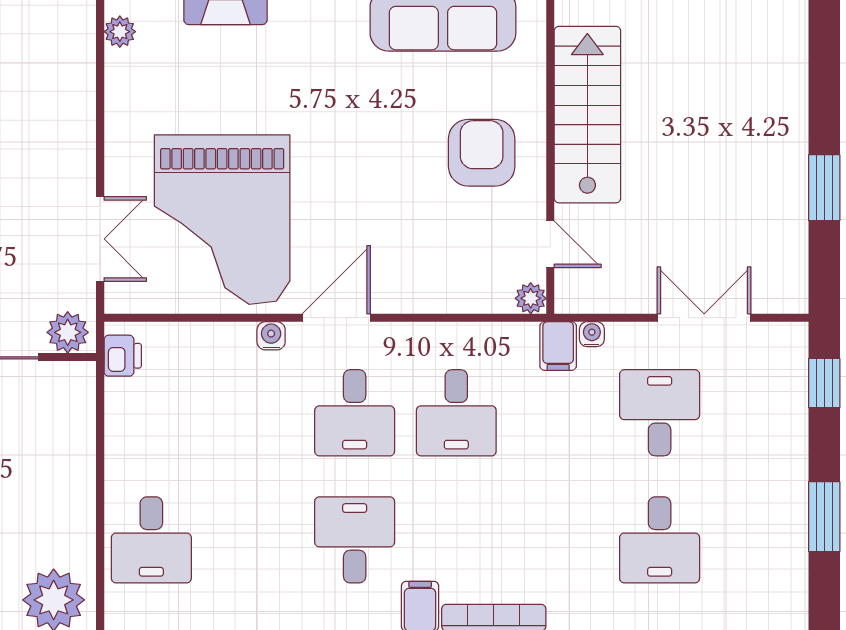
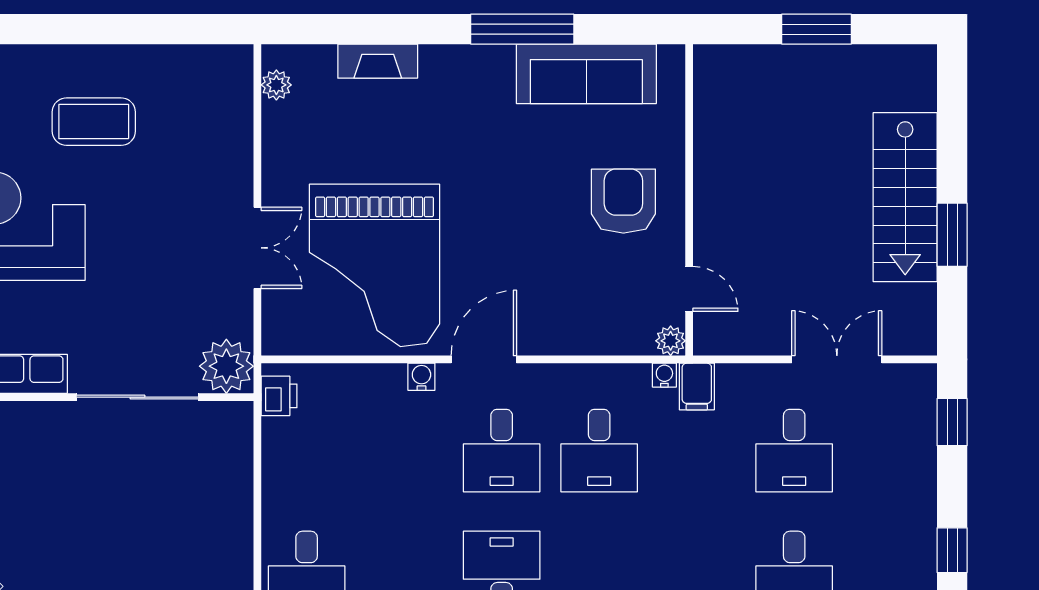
stairs: (587, 115) -> (905, 197), moved, turned 180
double door: (100, 239) -> (257, 248), moved
plant: (68, 332) -> (226, 366), width x1.36, depth x1.36
water cooler: (592, 334) -> (664, 375), moved
desk: (660, 413) -> (794, 451), turned 180
window: (824, 517) -> (952, 550), width x0.67

